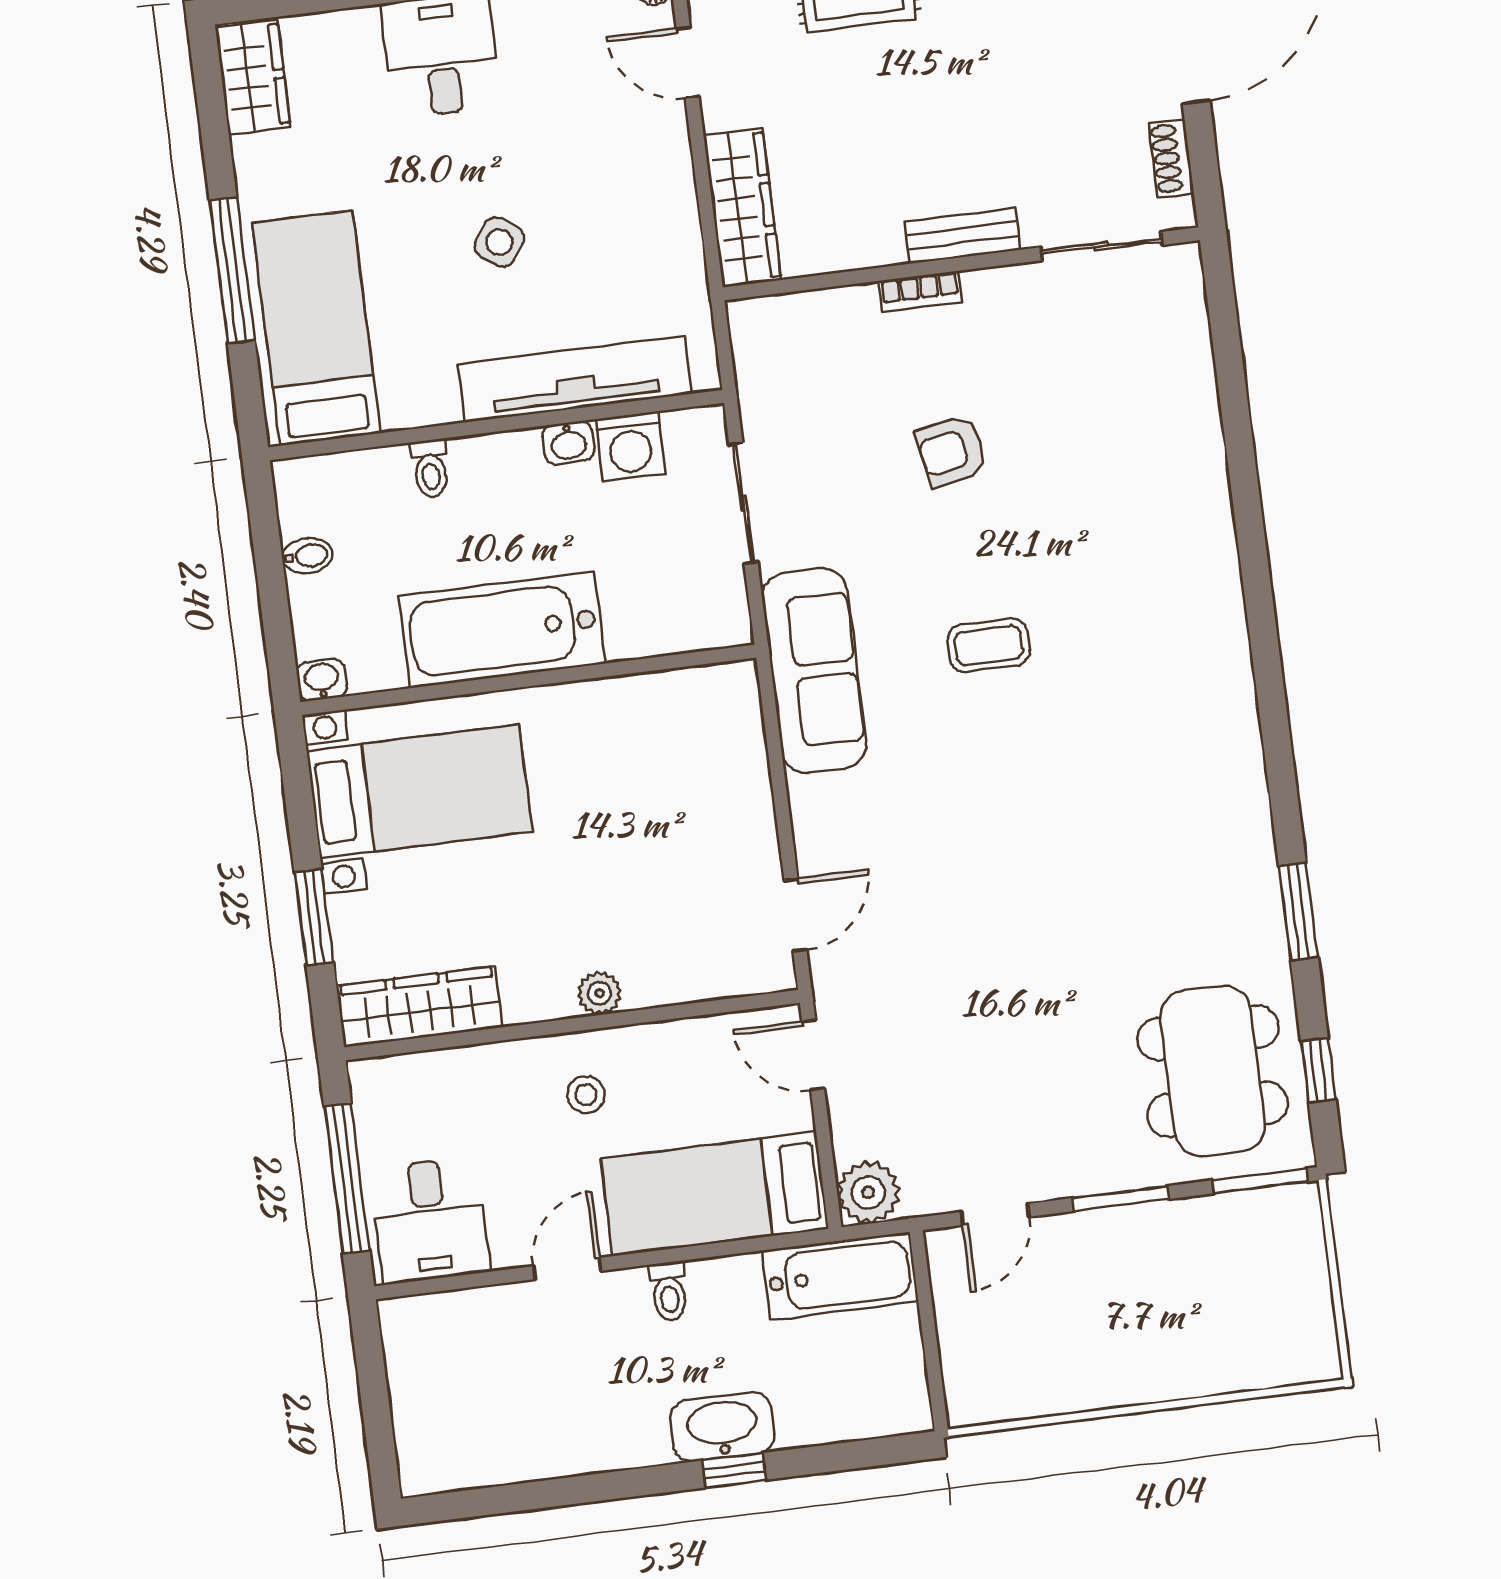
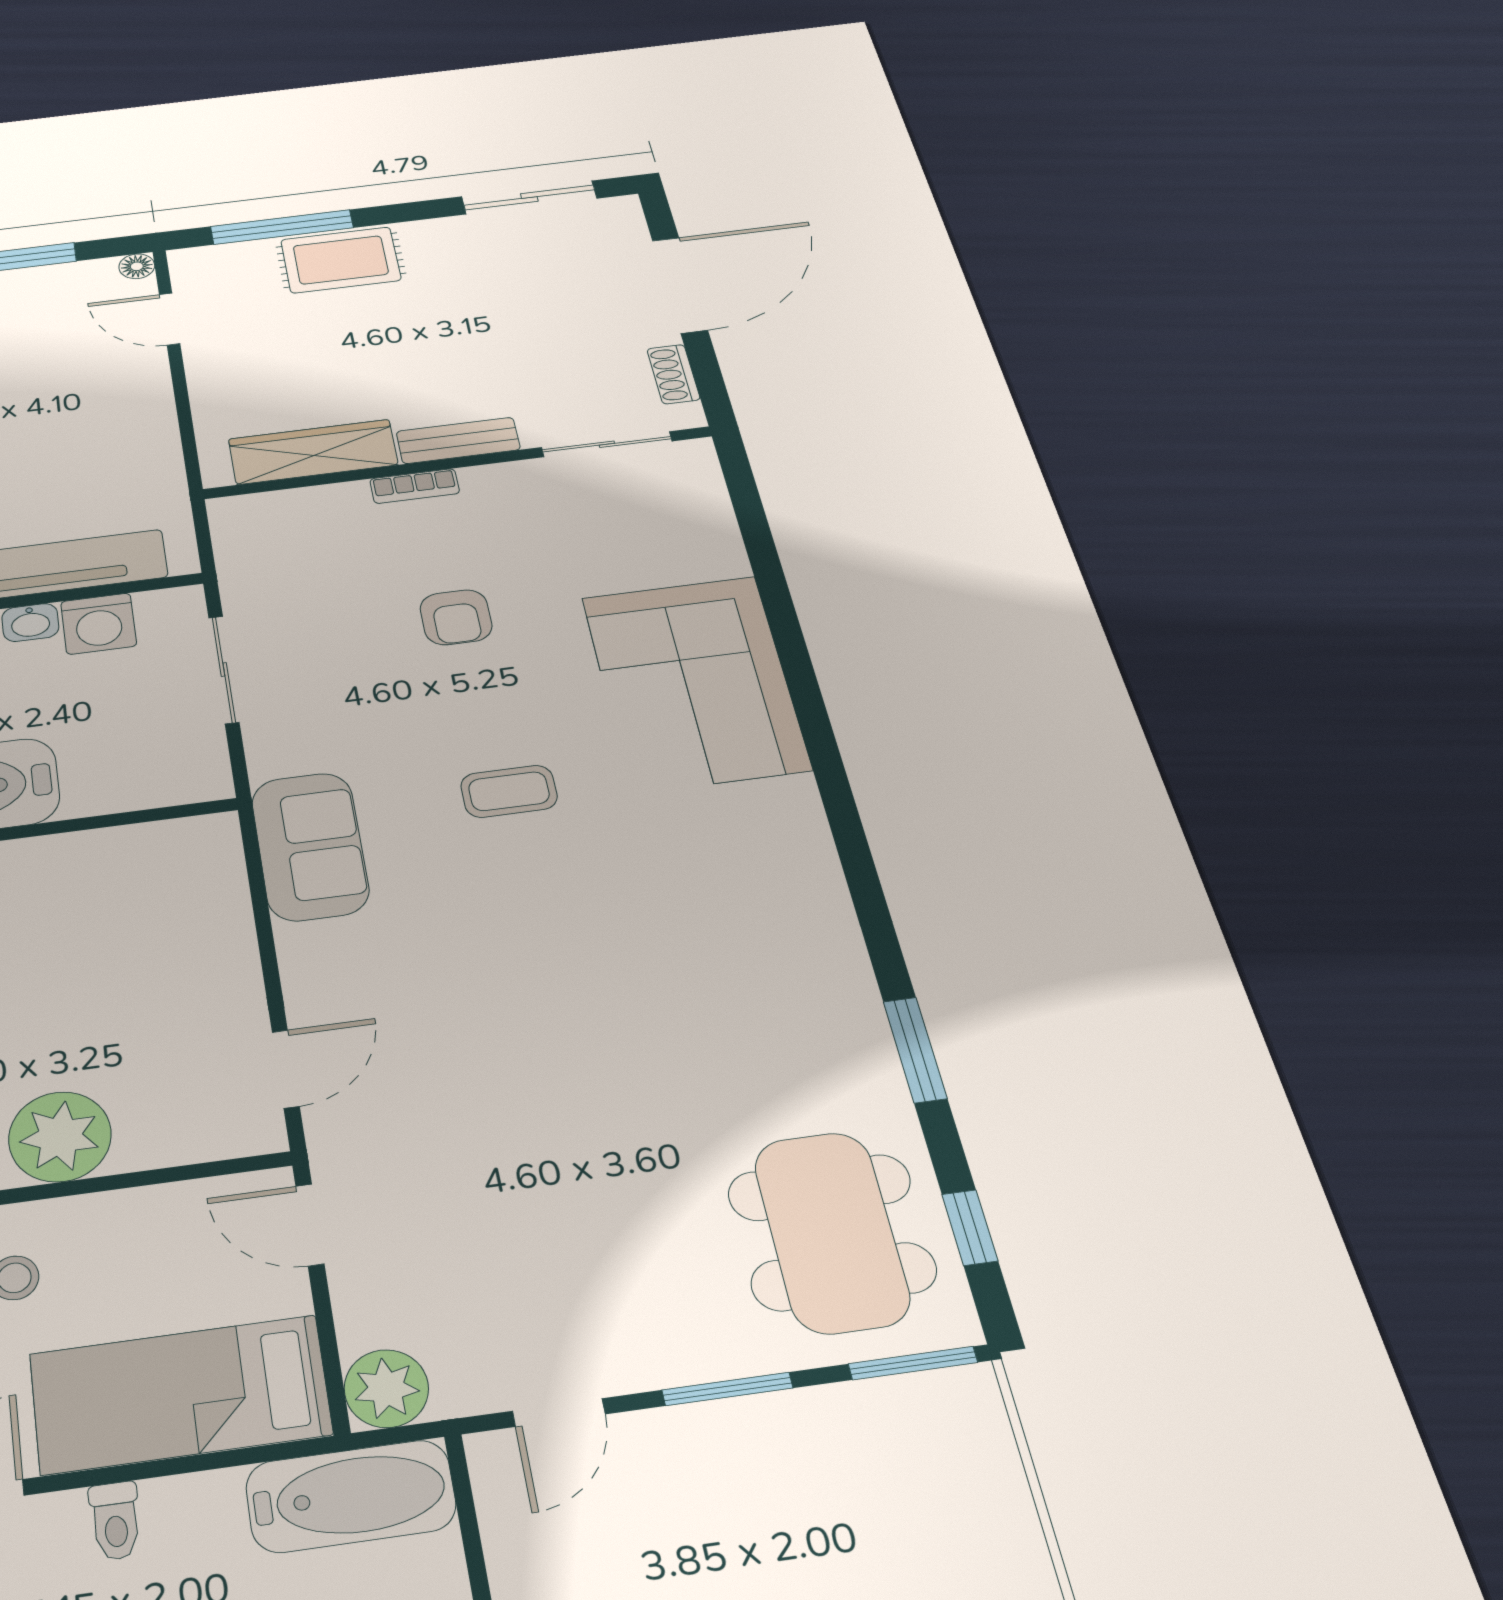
wardrobe: (742, 208) -> (313, 452), moved, turned -90
armchair: (952, 451) -> (456, 617), turned -79
corner sofa: (1158, 533) -> (695, 683), added
sofa: (814, 671) -> (310, 846), width x0.73
plant: (599, 993) -> (60, 1137), width x1.87, depth x1.87

